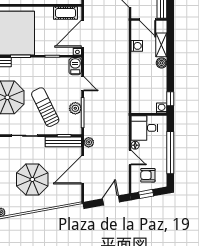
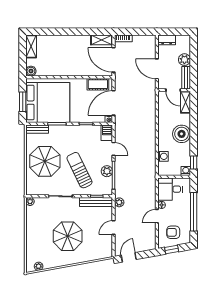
shelving: (161, 45) -> (185, 102), moved
washing machine: (137, 46) -> (163, 156), moved
boiler: (161, 63) -> (182, 134), width x1.86, depth x1.86
door: (130, 157) -> (157, 216), swing flipped
door: (83, 170) -> (114, 227), width x0.53
door: (111, 200) -> (129, 257), moved

